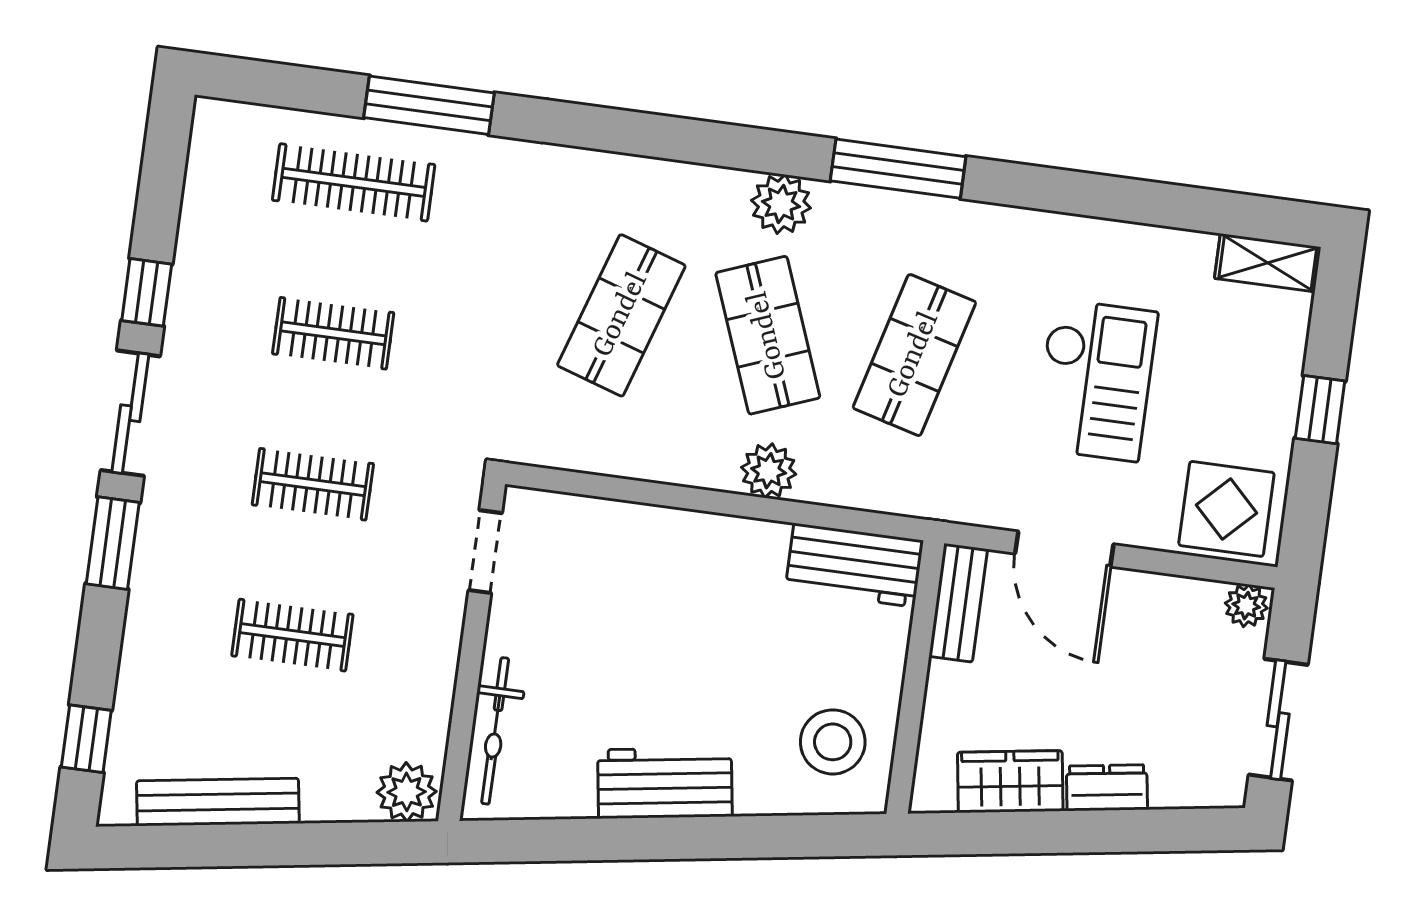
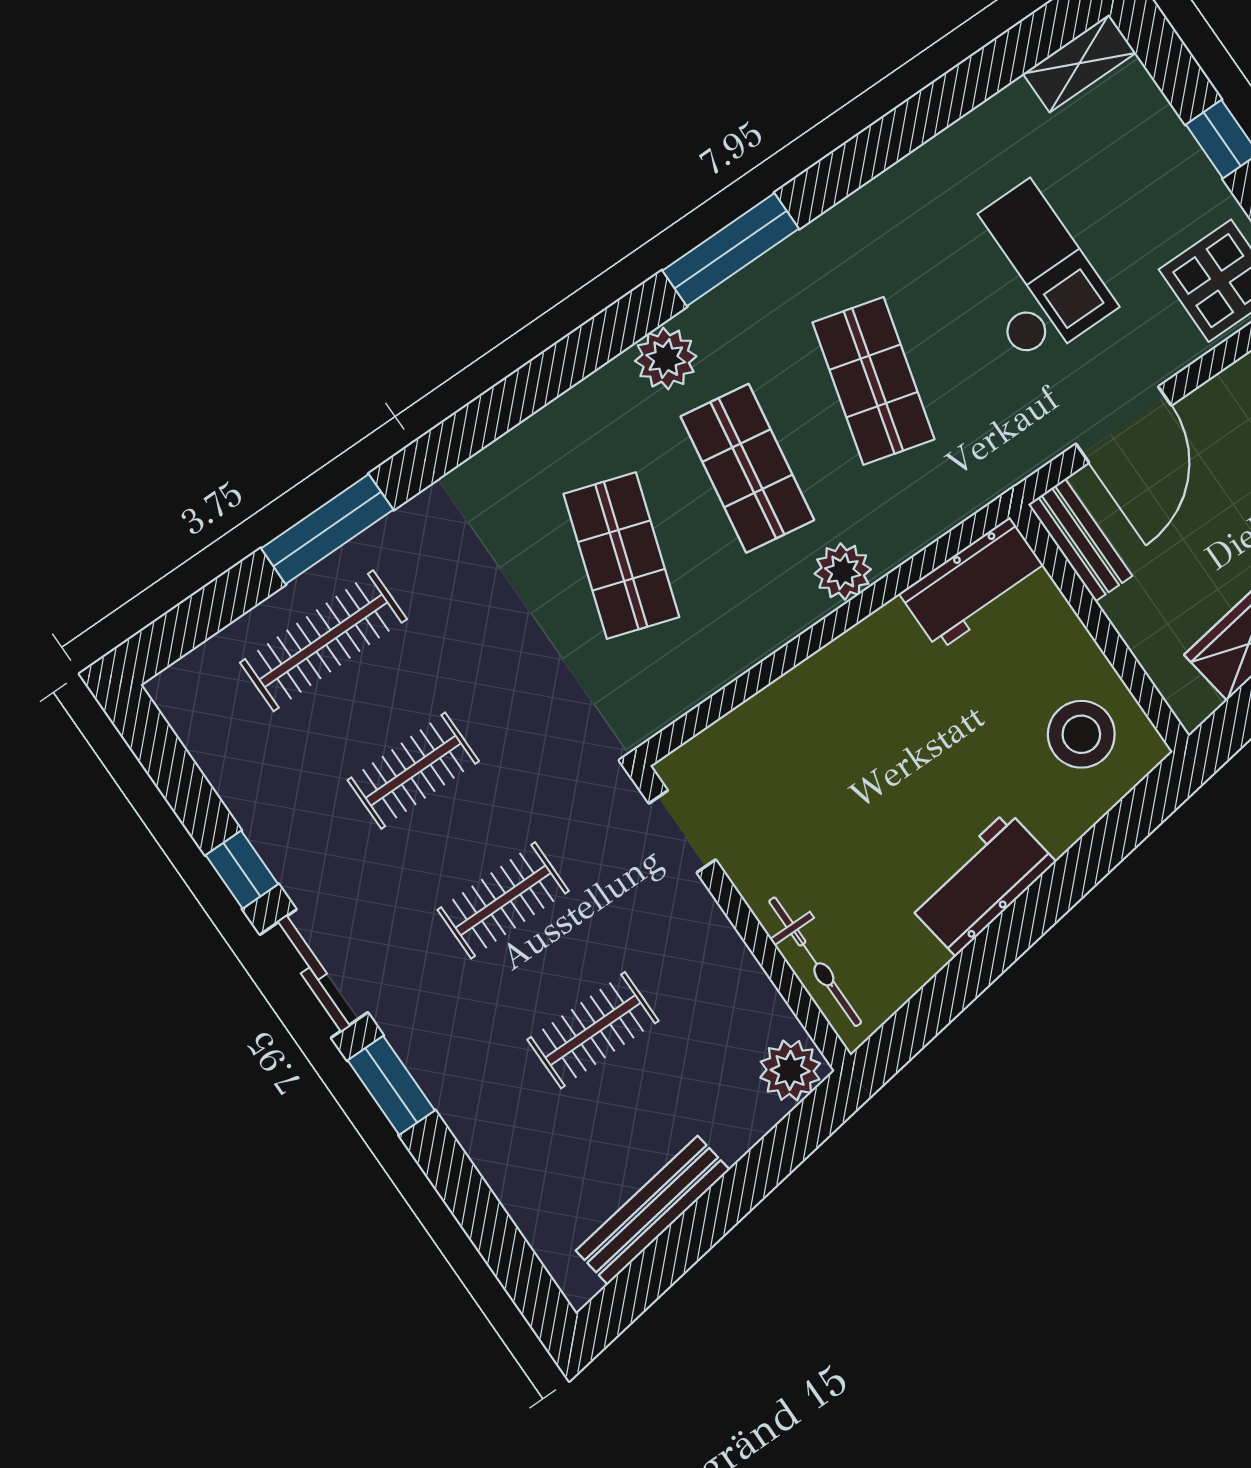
shop shelf: (768, 335) -> (747, 468), turned 30
door: (1064, 549) -> (1124, 425), hinge flipped
window: (86, 739) -> (508, 1254), removed

